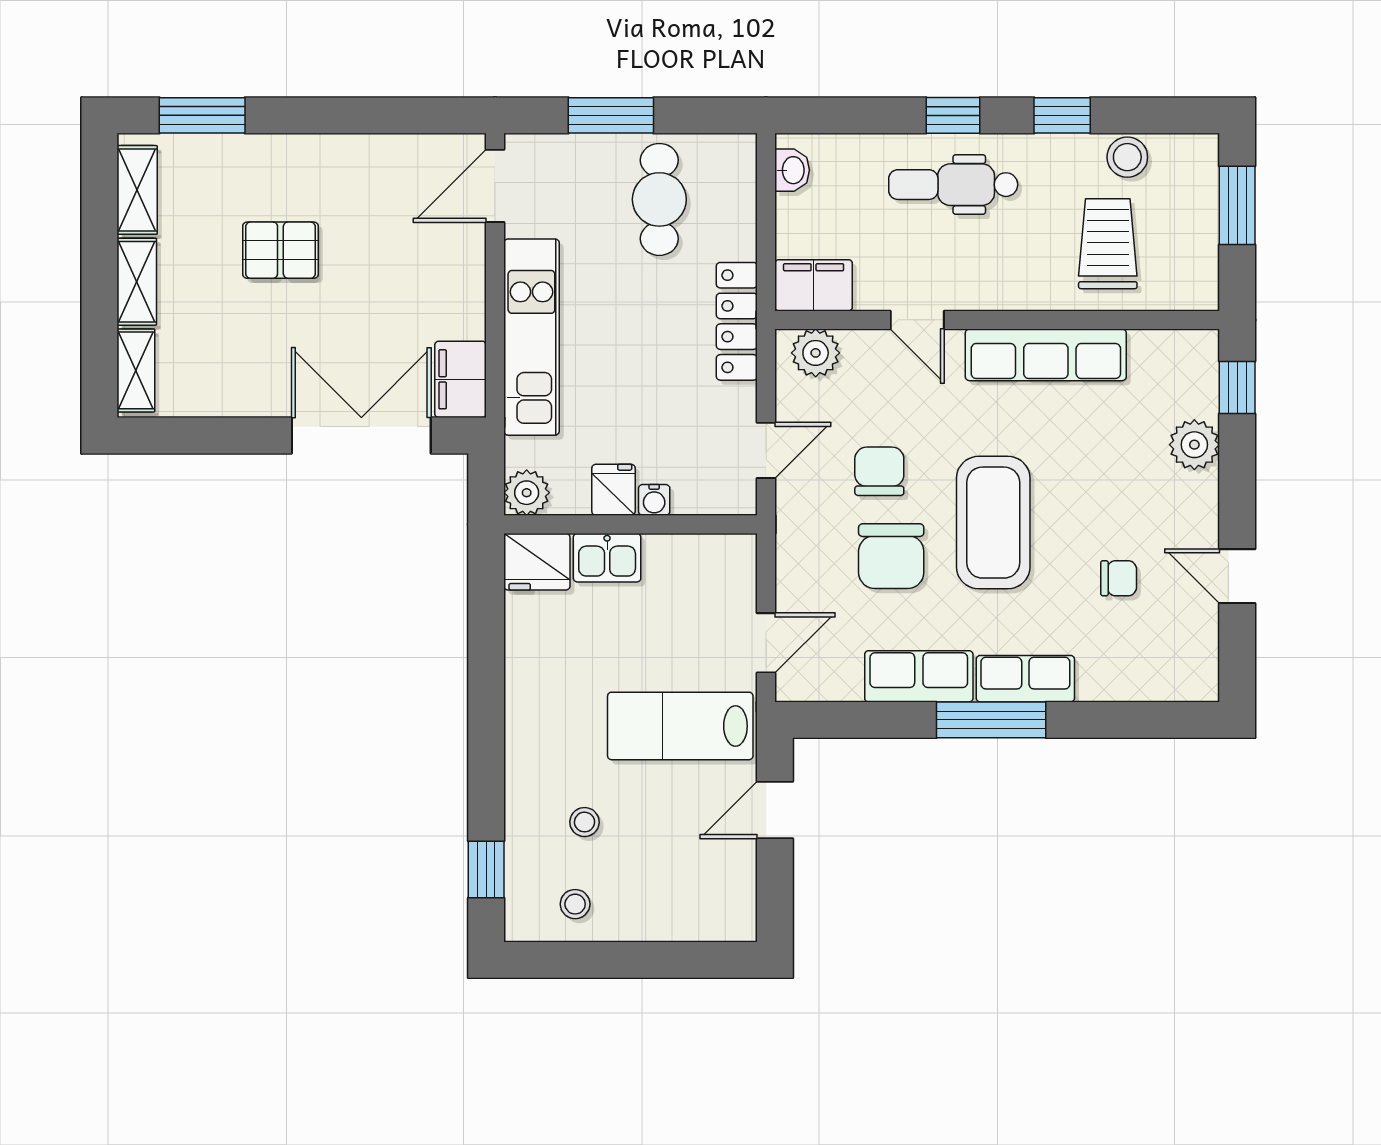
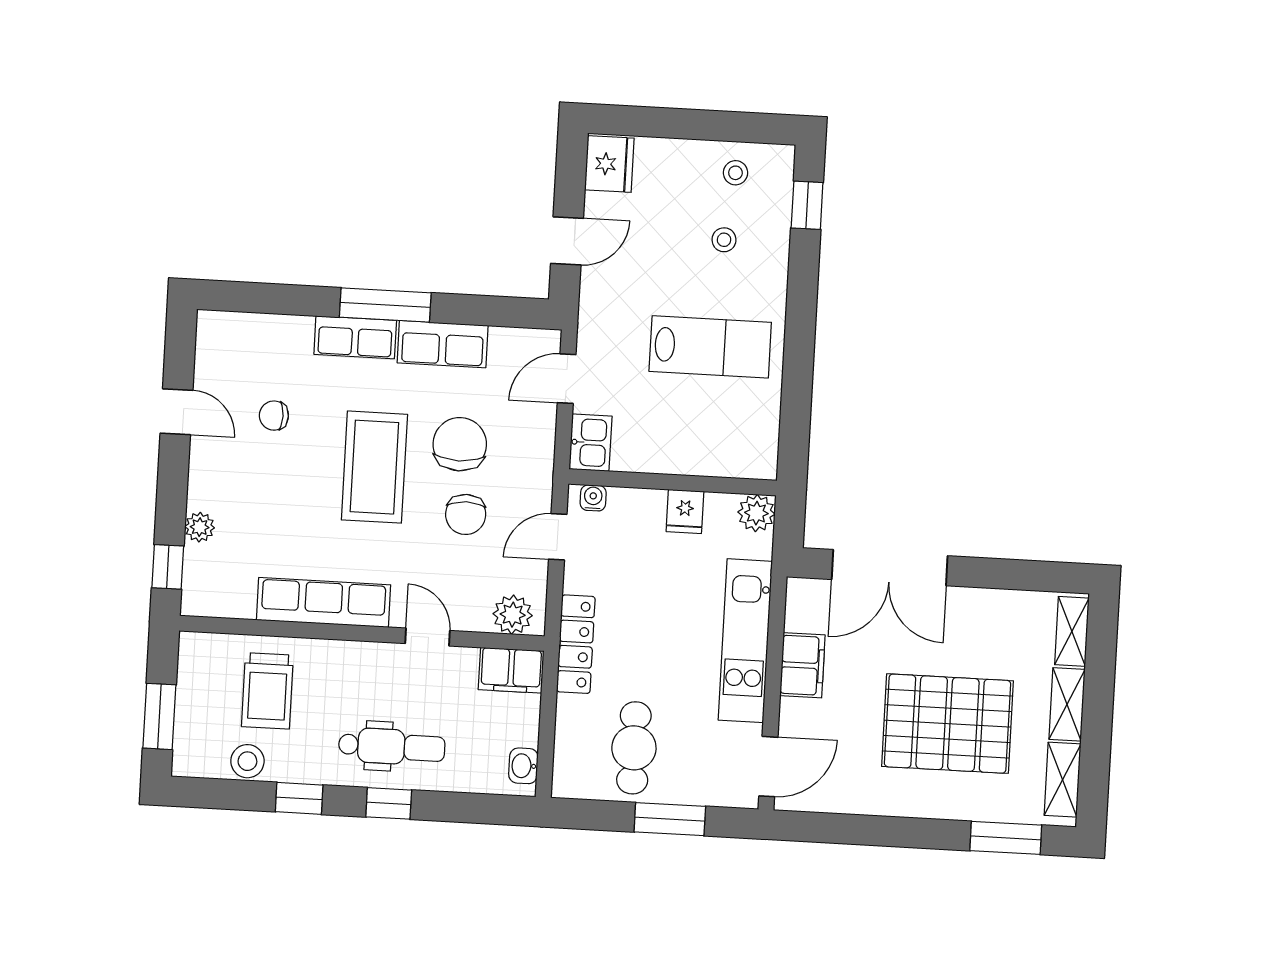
pallet: (280, 250) -> (948, 724), width x2.05, depth x2.00
filing cabinet: (460, 379) -> (802, 665), moved
plant: (1194, 445) -> (200, 527), width x0.73, depth x0.73
water cooler: (654, 500) -> (593, 498), moved
kitchen sink: (607, 558) -> (590, 443), moved, turned 90
fridge: (537, 562) -> (609, 164), moved, turned 90
lab bench: (680, 726) -> (710, 347), moved

